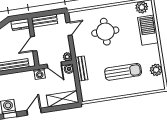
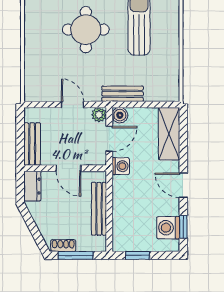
door: (69, 29) -> (73, 105), moved
round table: (105, 32) -> (86, 30), moved

